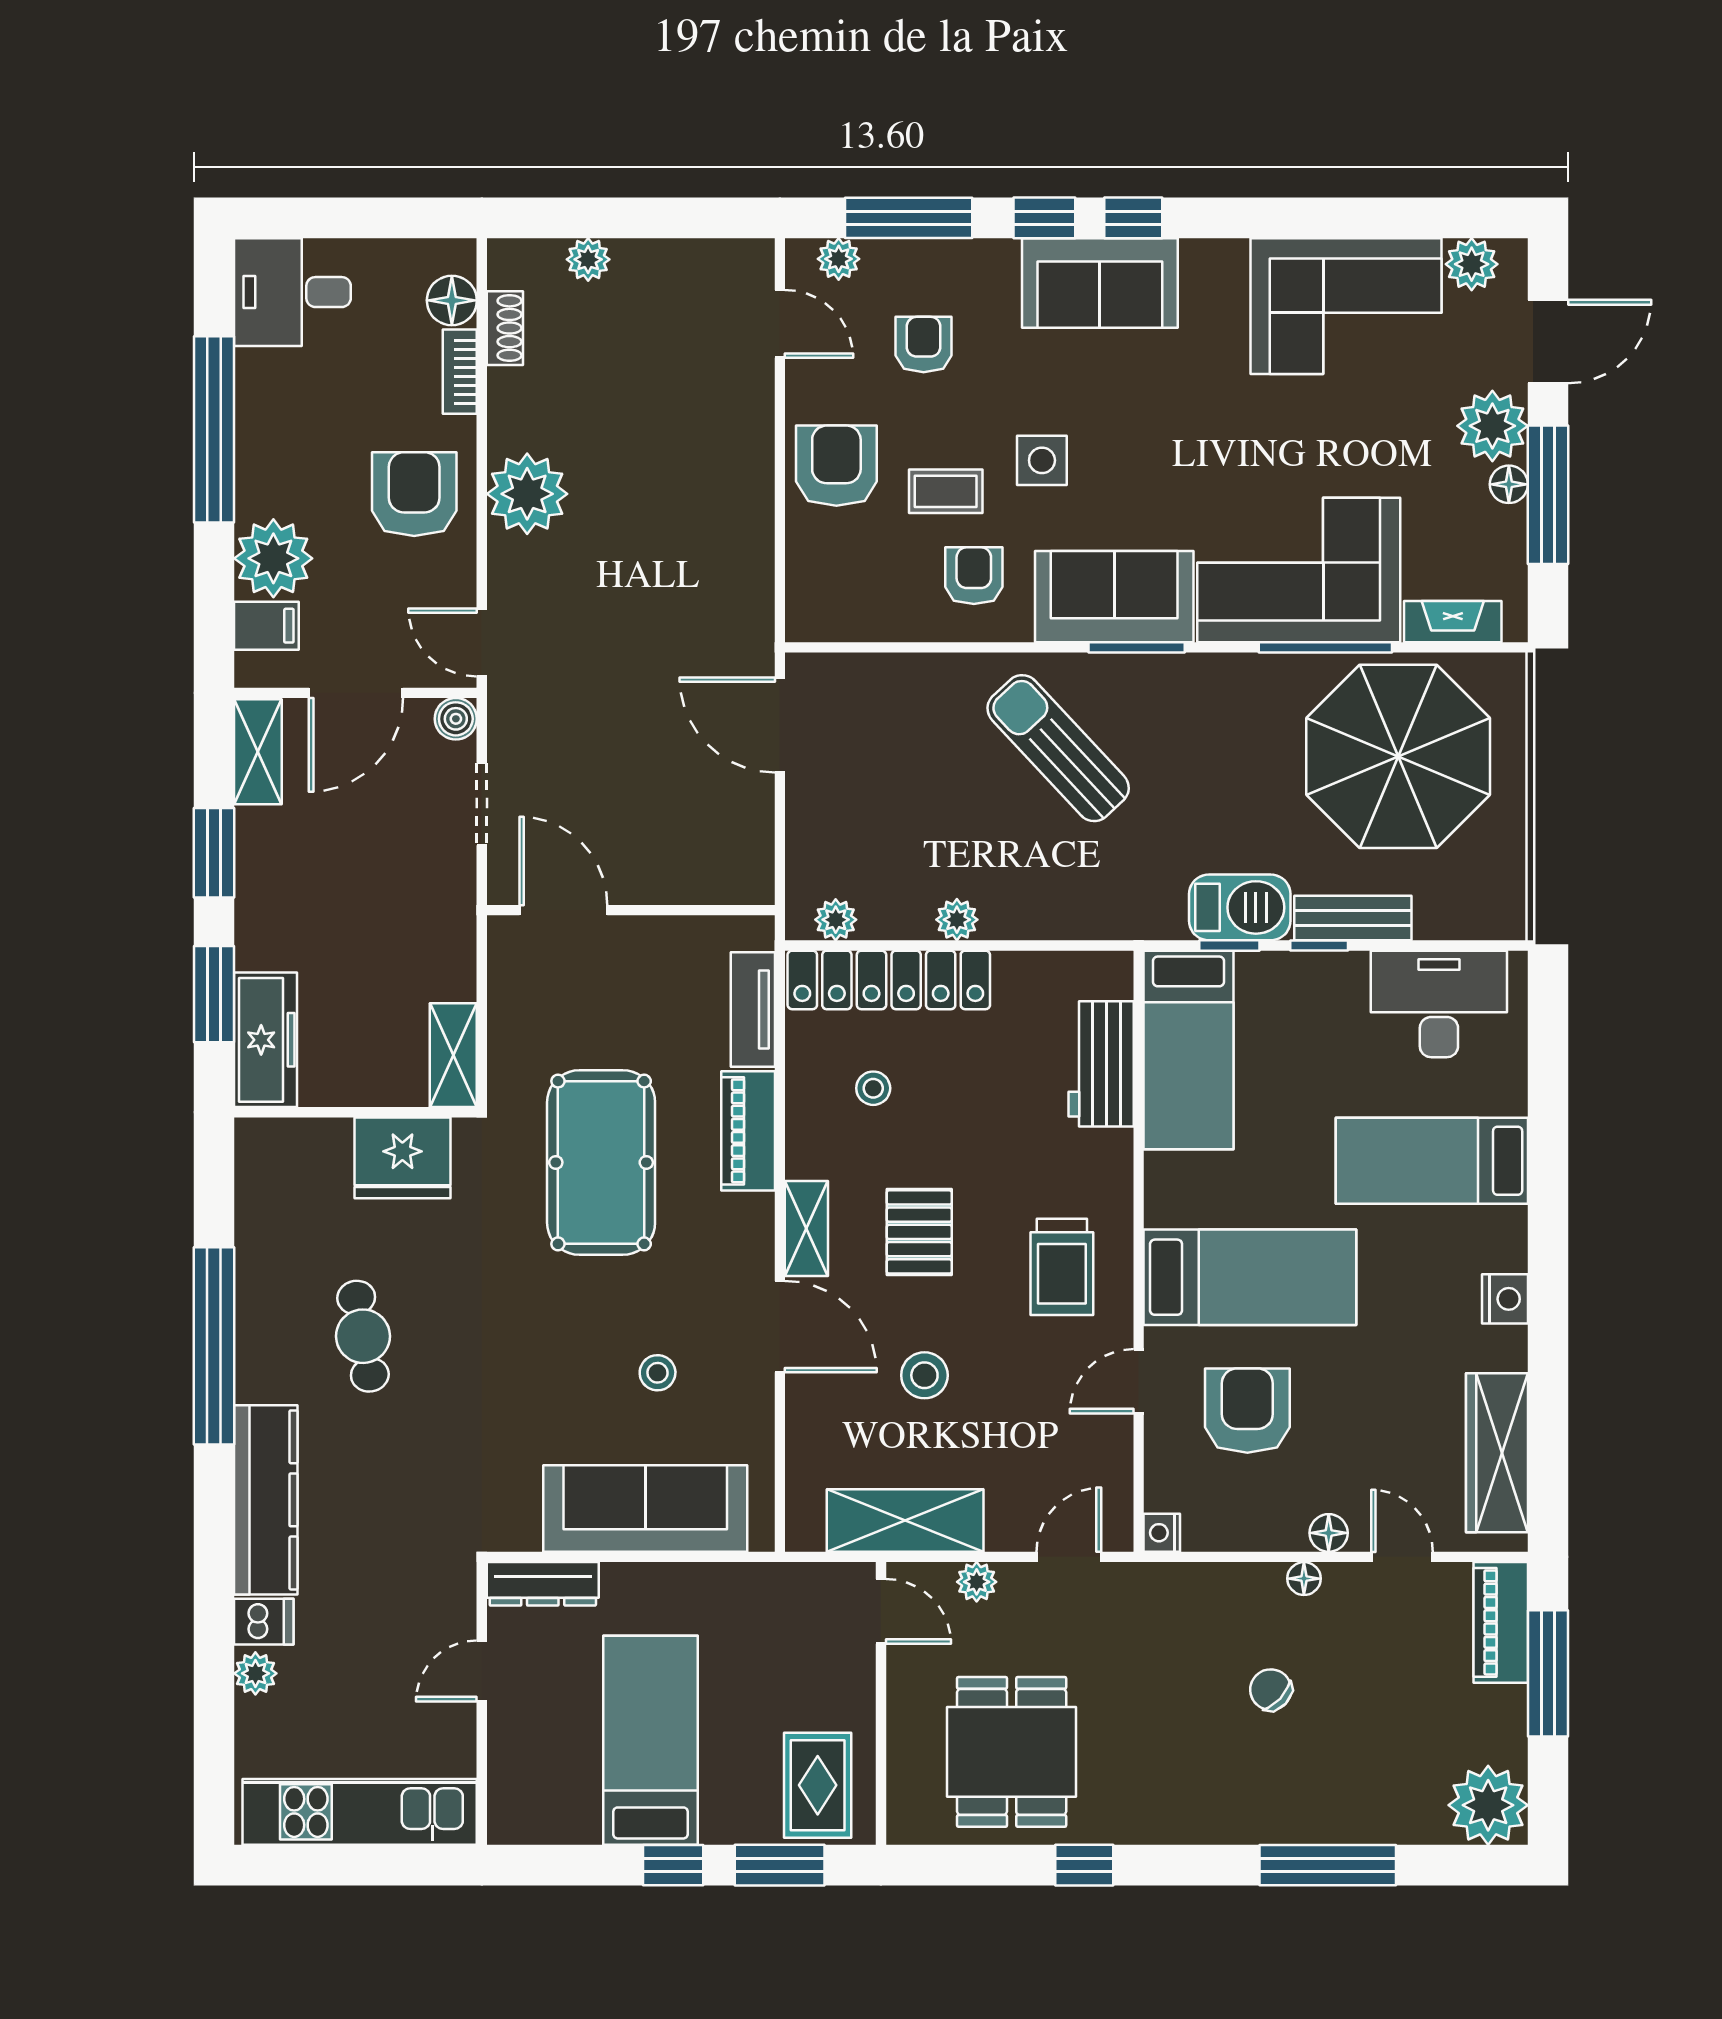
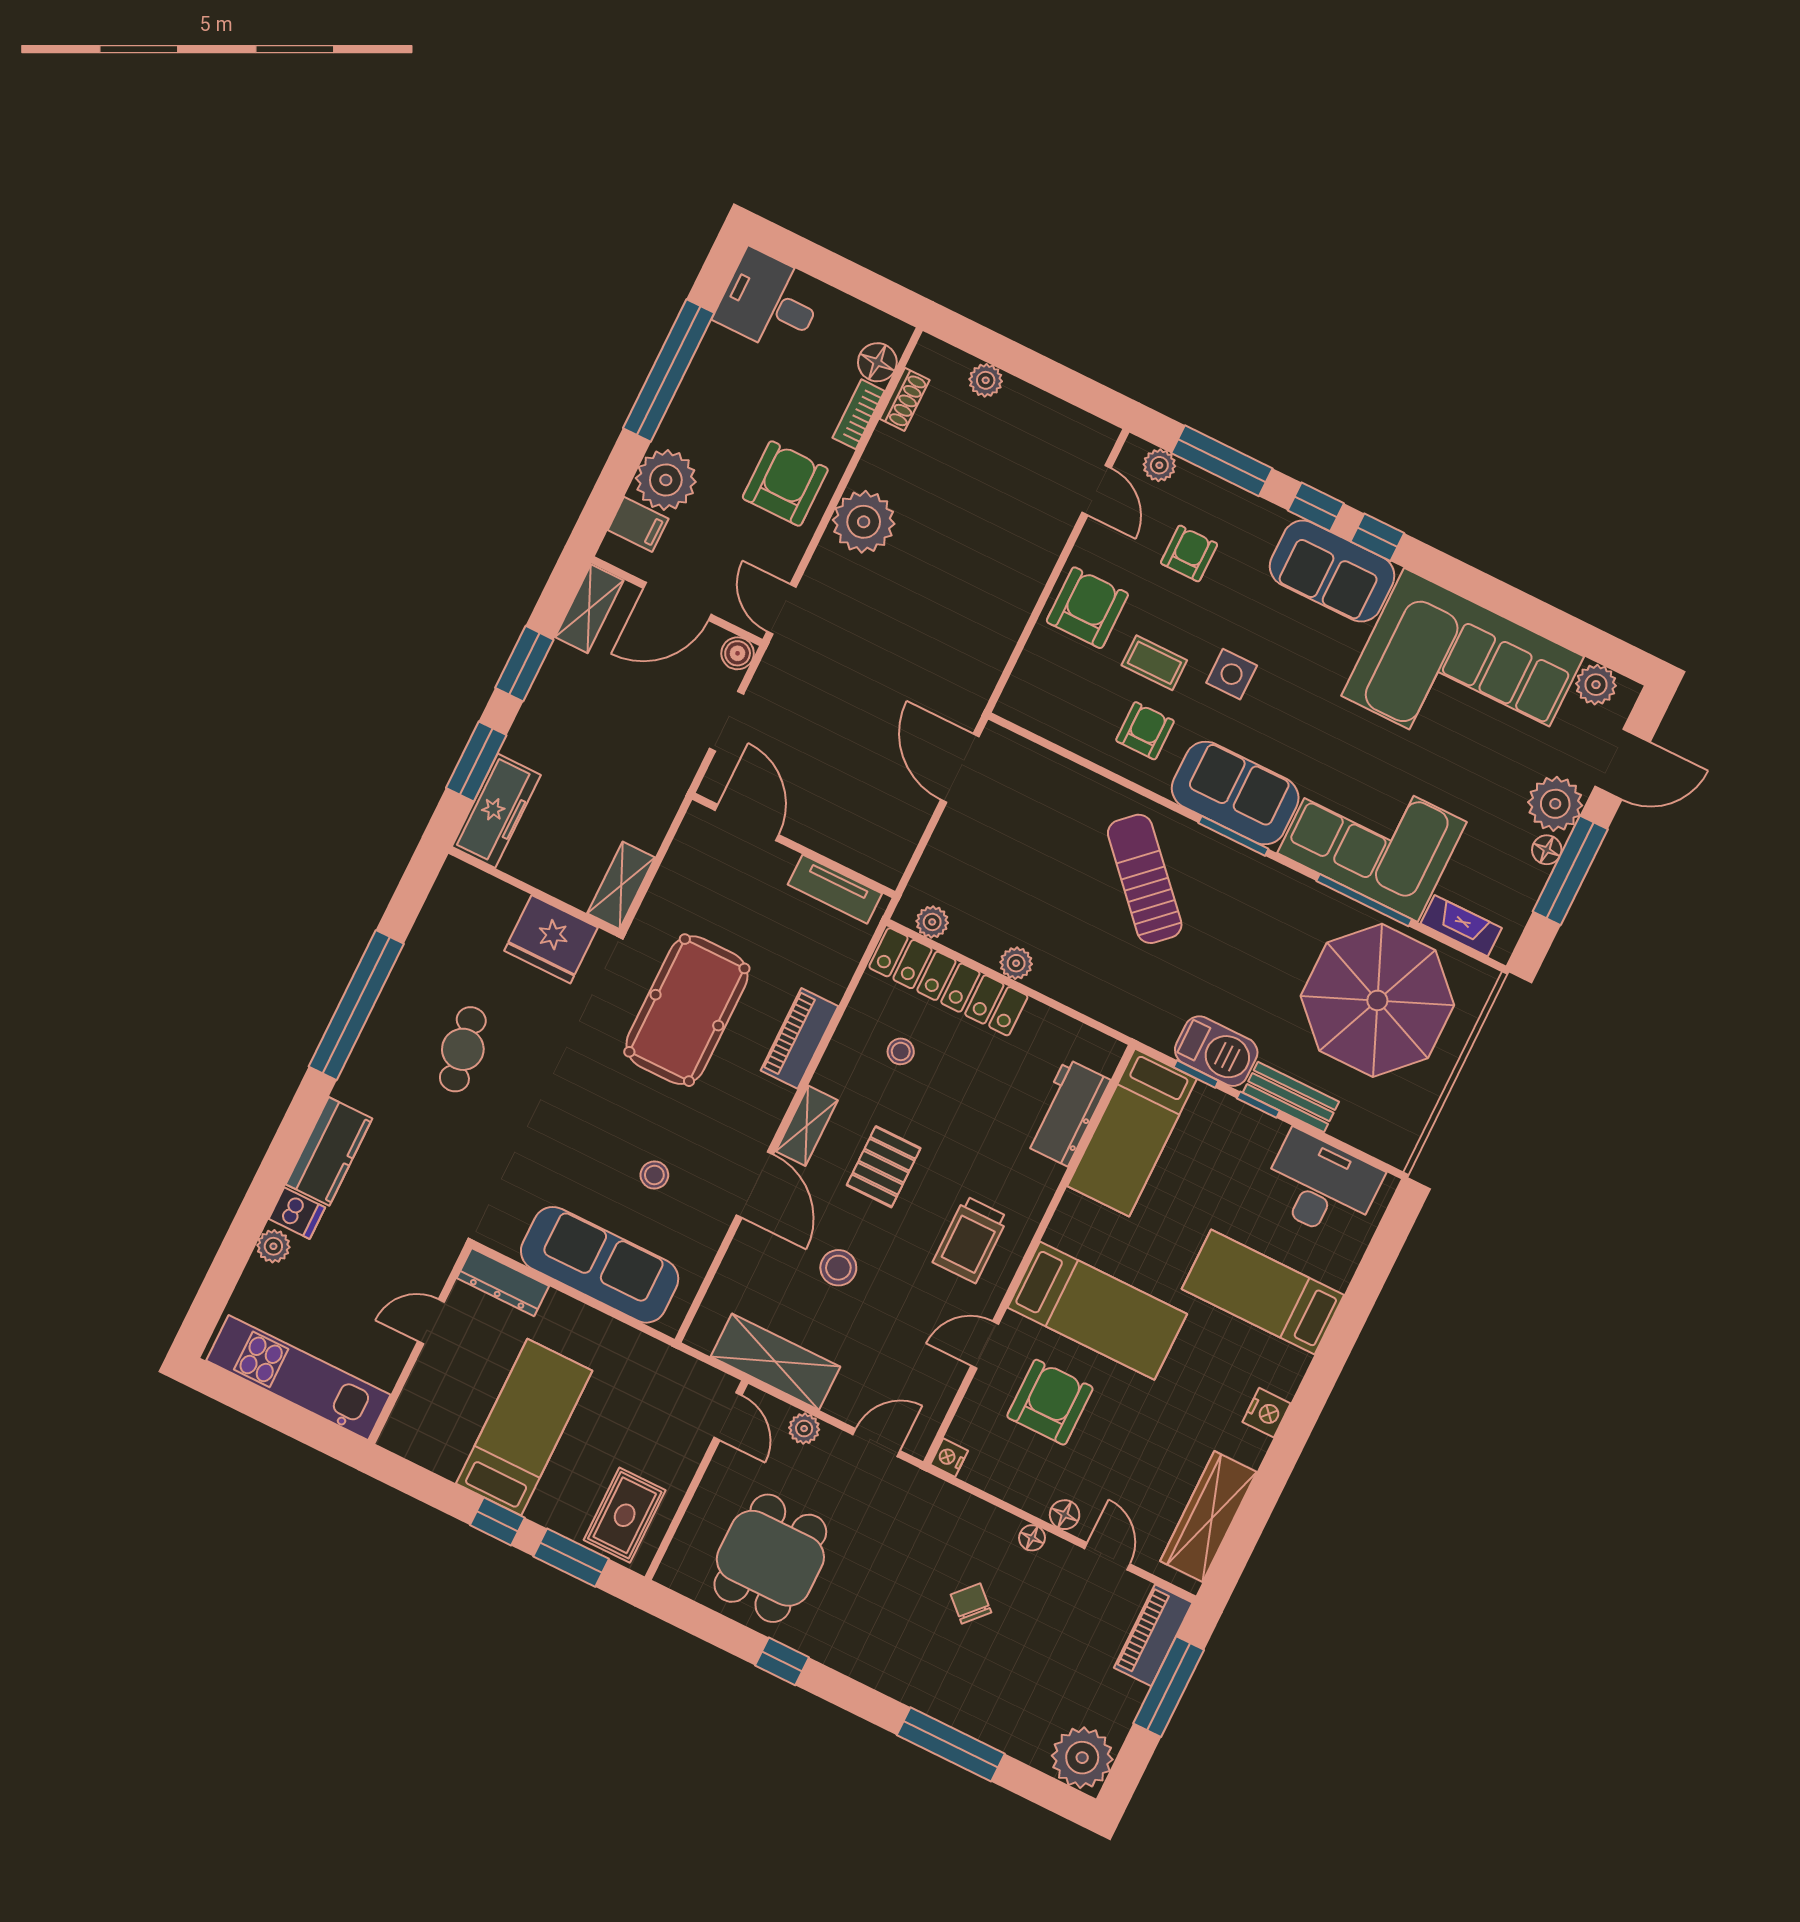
corner sofa: (1346, 306) -> (1463, 676), width x1.36, depth x1.36
tv unit: (753, 1010) -> (835, 889), moved, turned -90
kitchen counter: (266, 1500) -> (329, 1151), width x0.67

